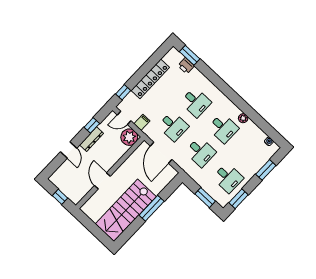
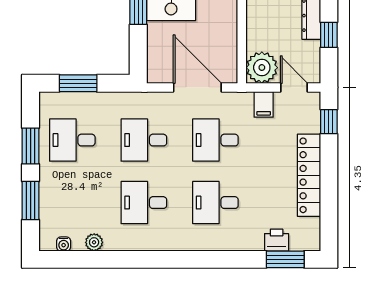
door: (124, 118) -> (294, 87), hinge flipped
plant: (243, 118) -> (94, 242), moved
window: (238, 199) -> (31, 146), moved

